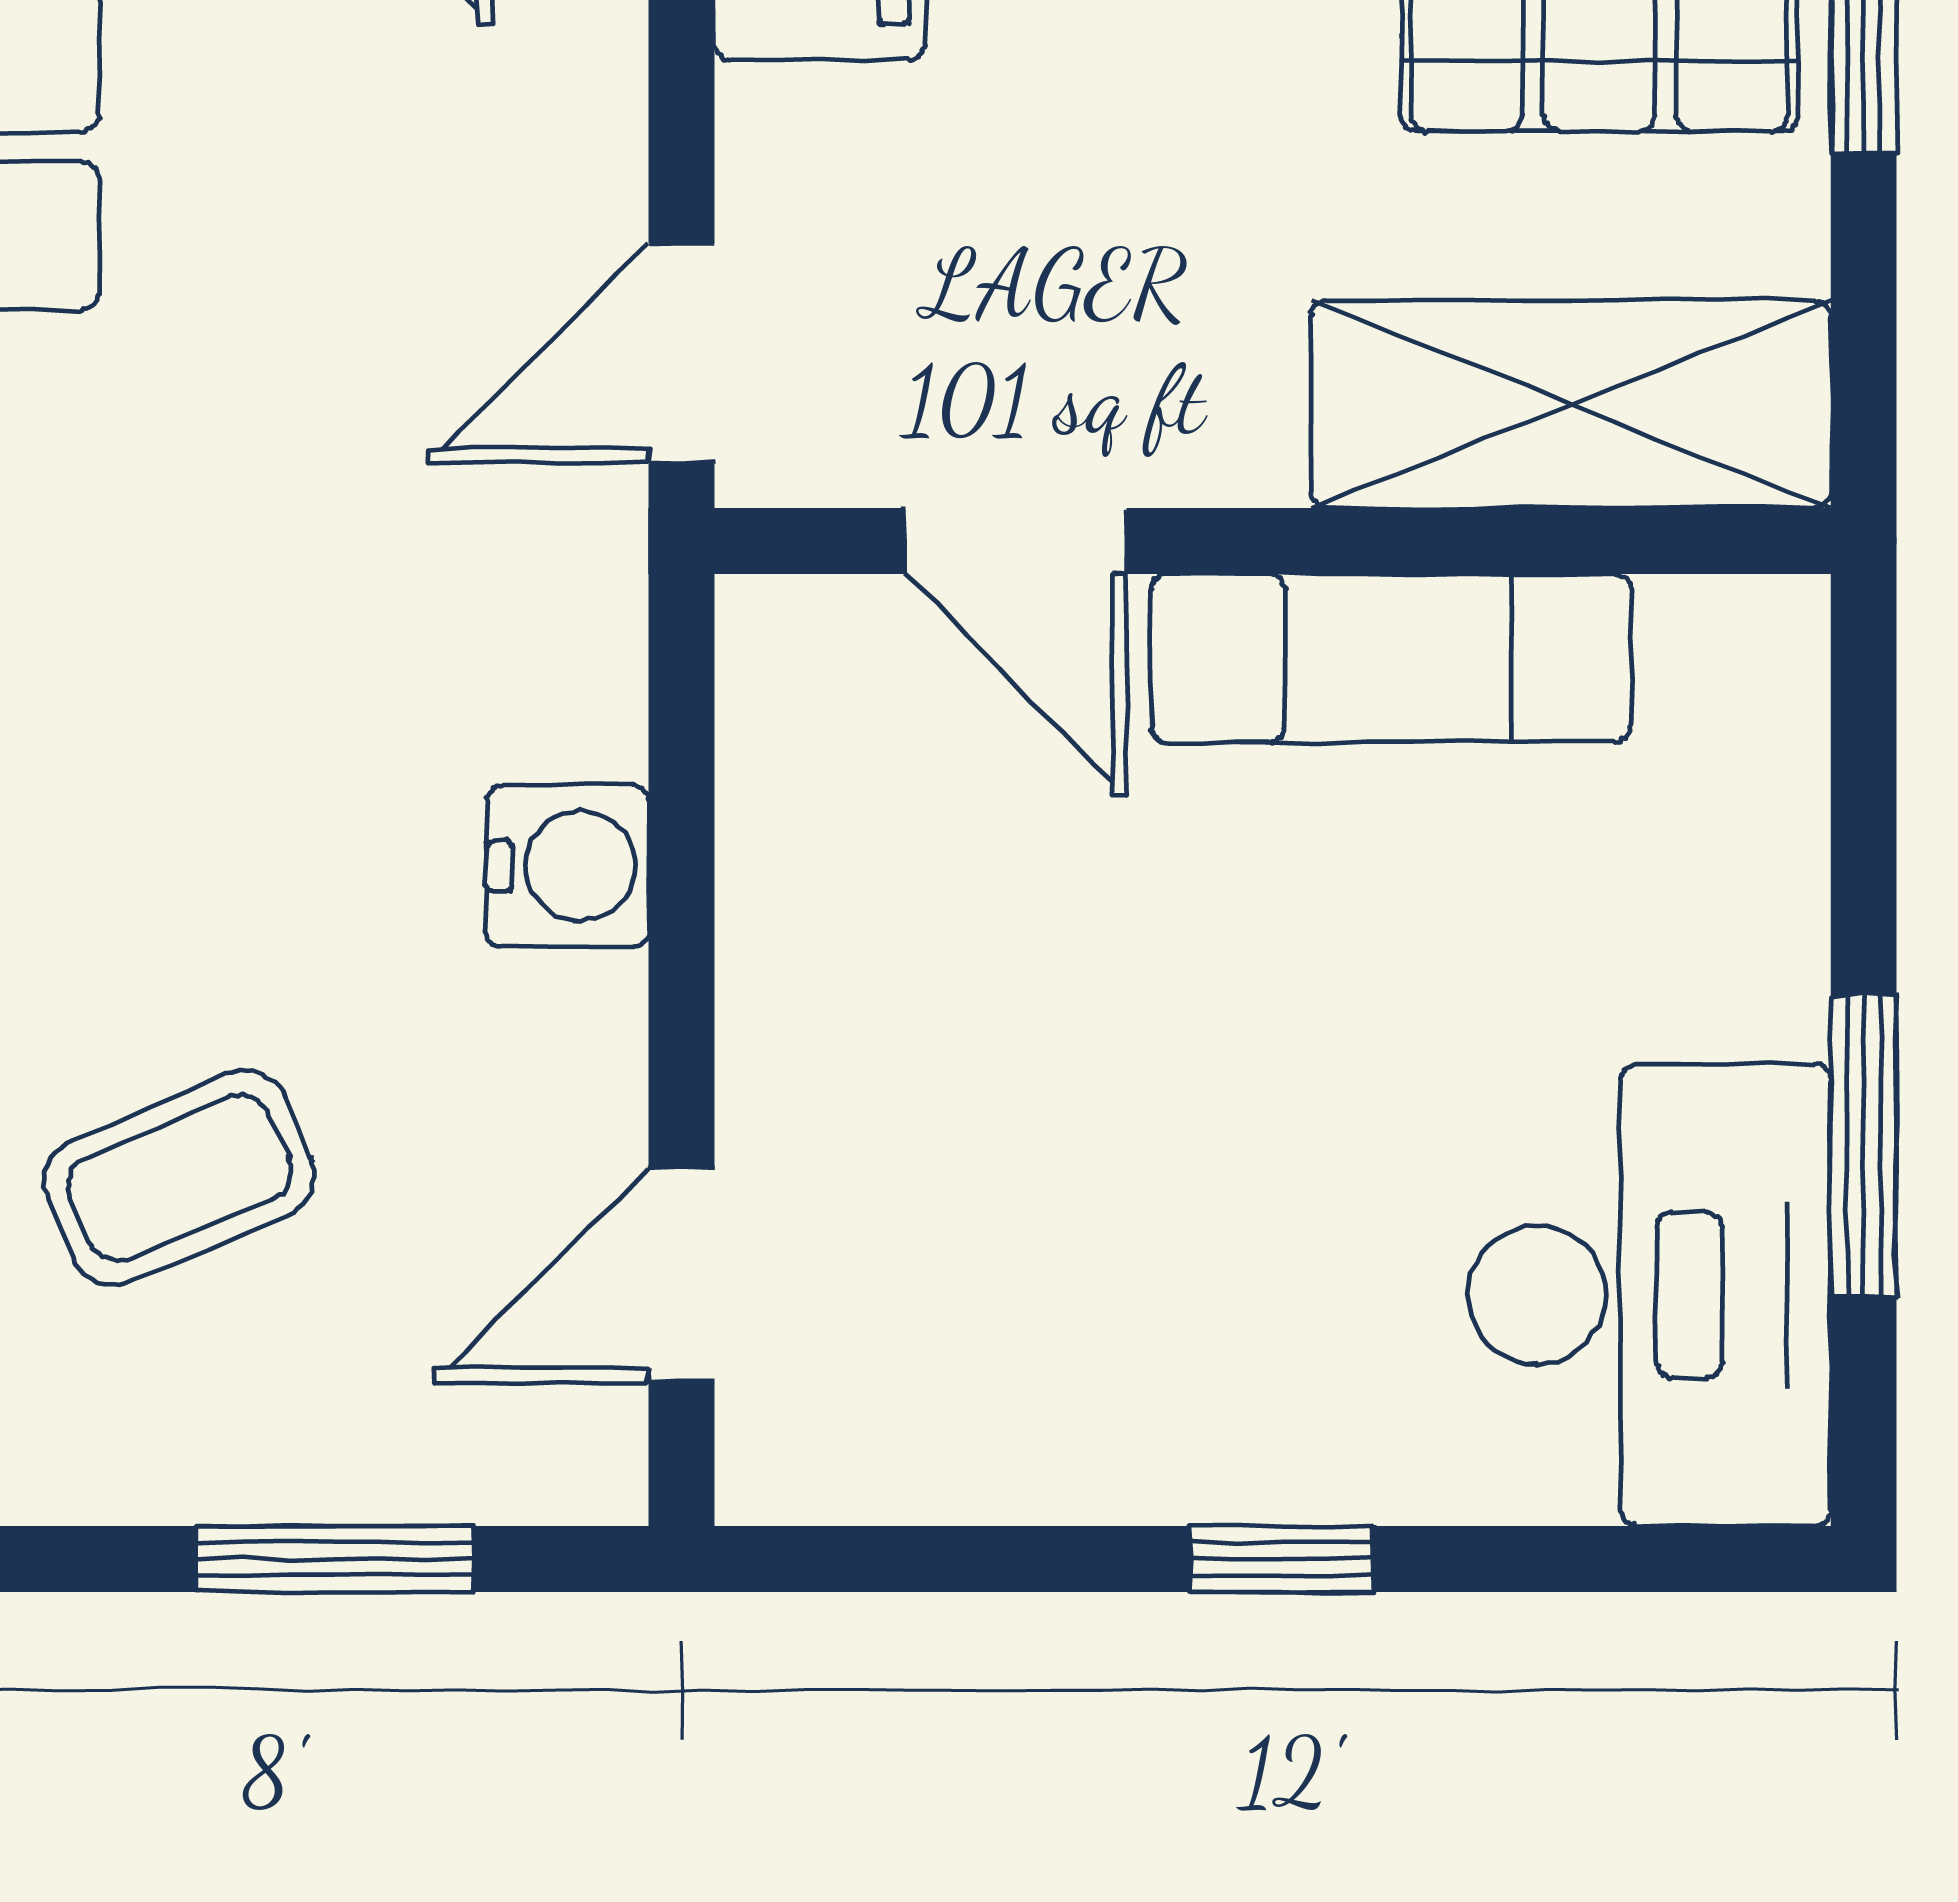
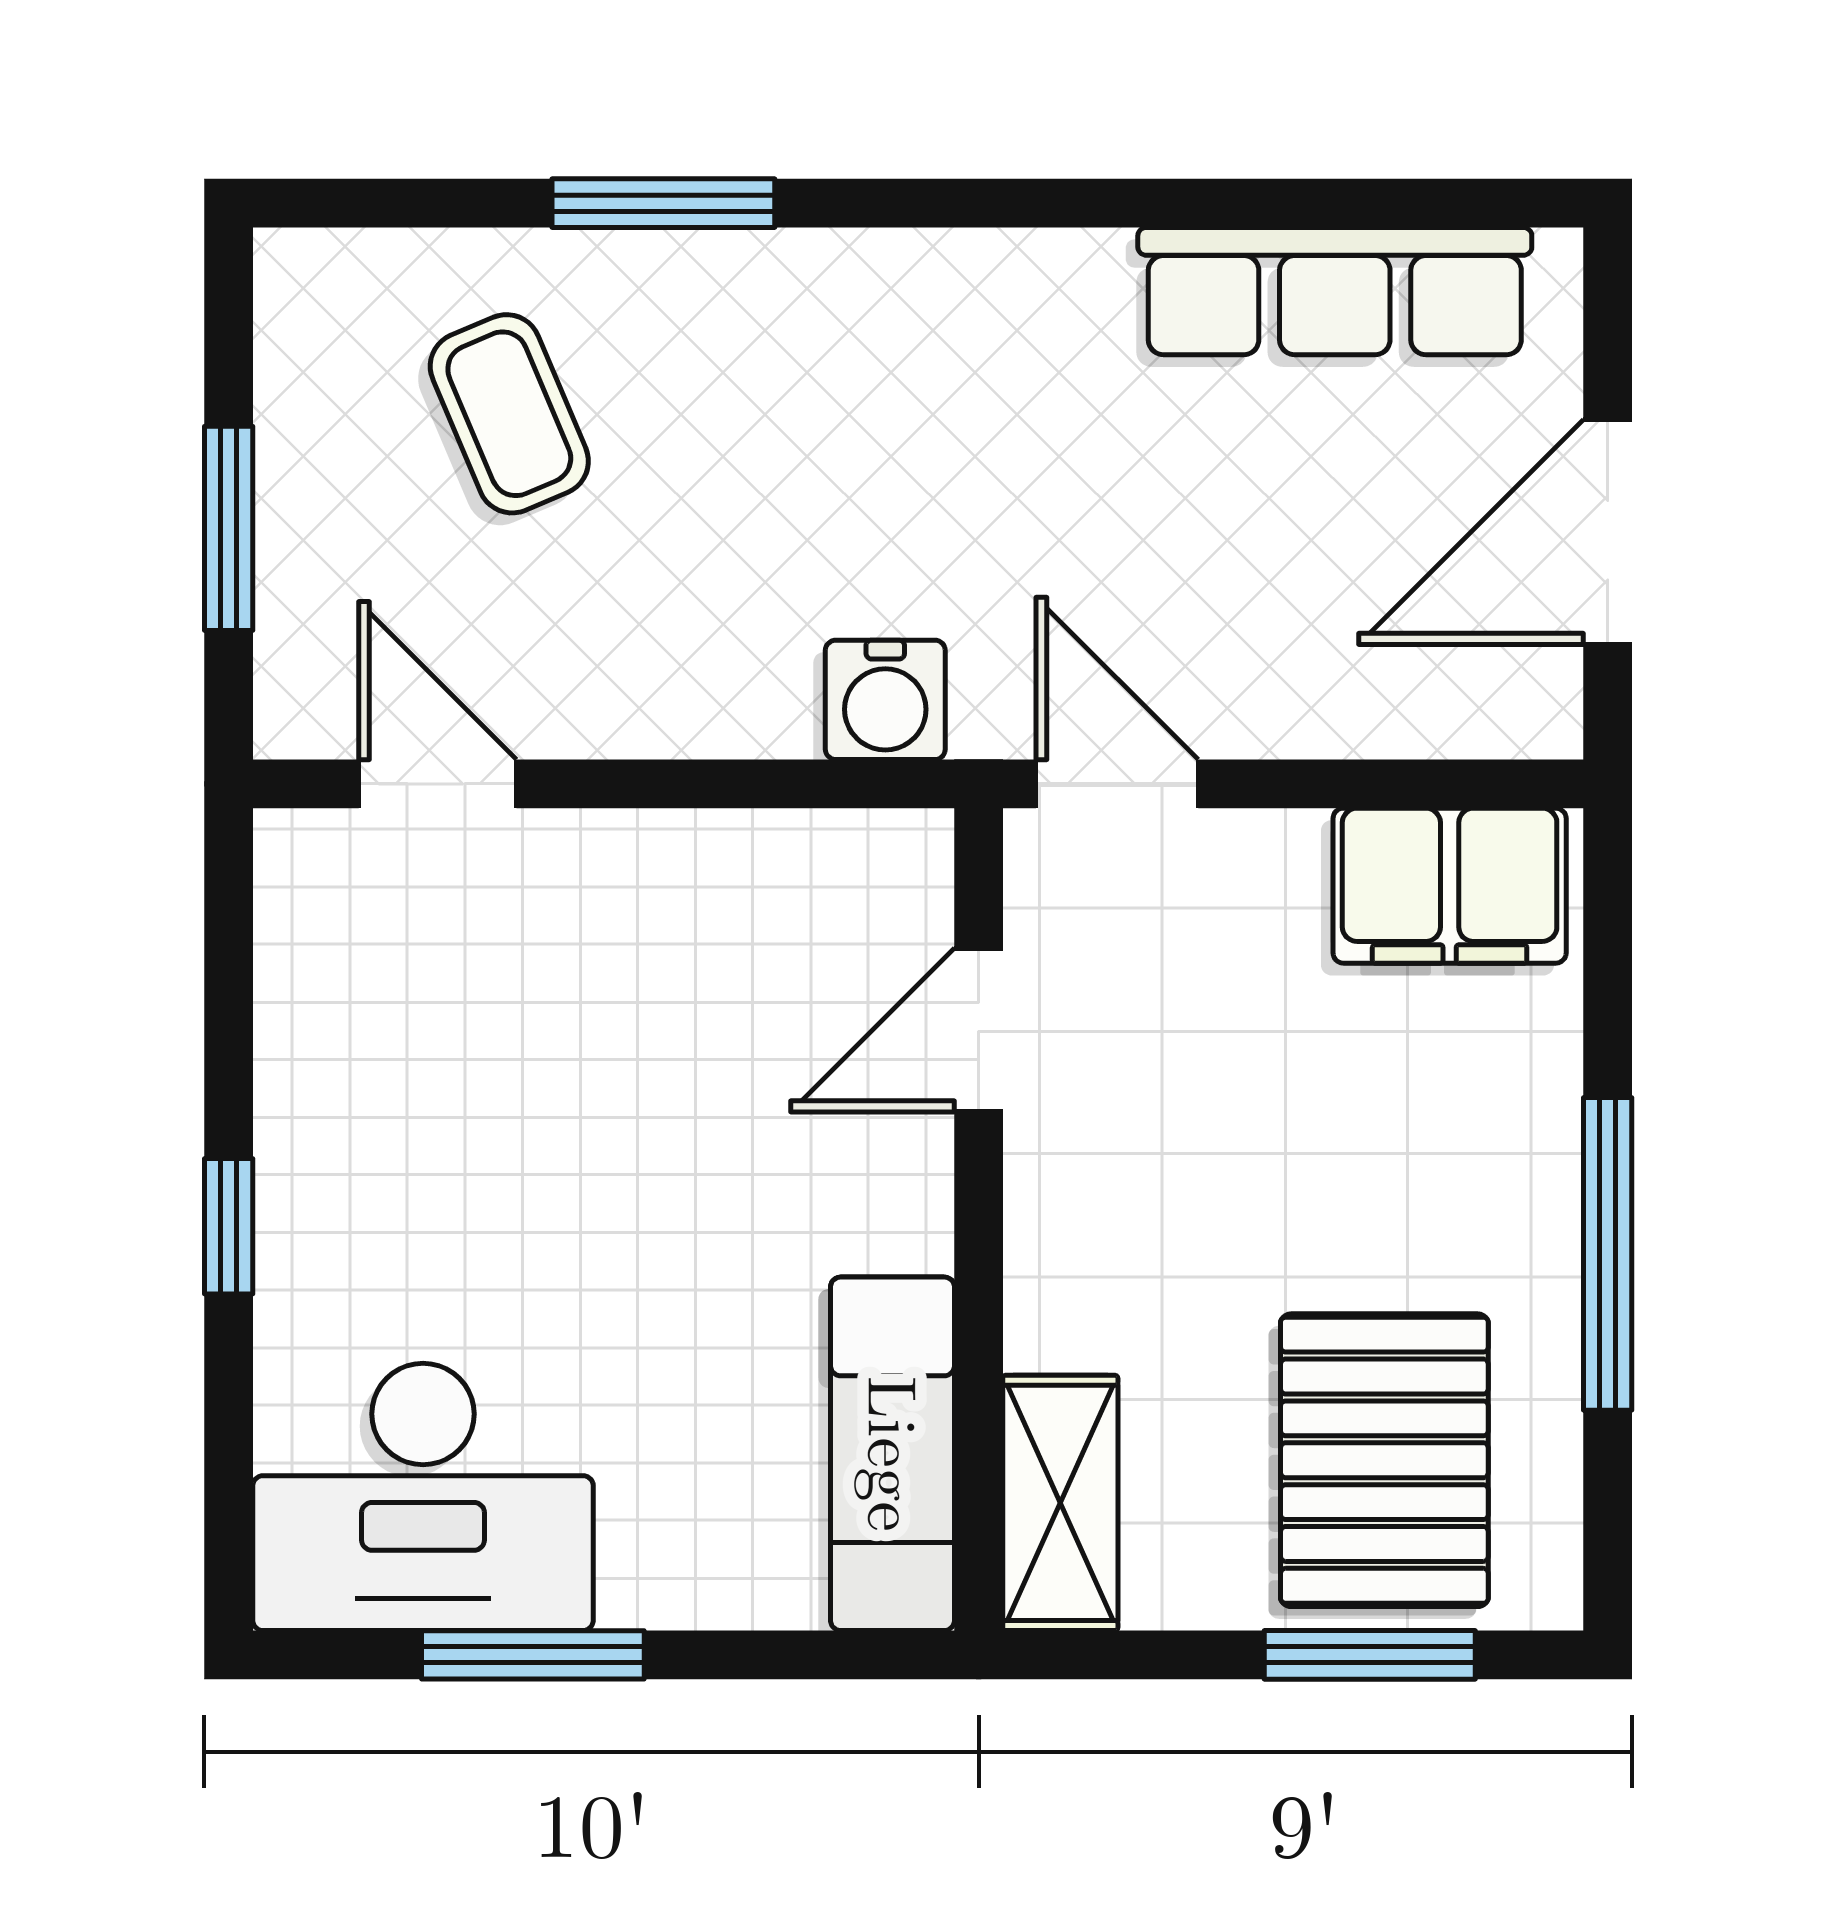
shelving: (1571, 404) -> (1060, 1503), width x0.67, depth x0.75
exam couch: (1391, 658) -> (892, 1454), moved
water cooler: (567, 866) -> (885, 700), moved

